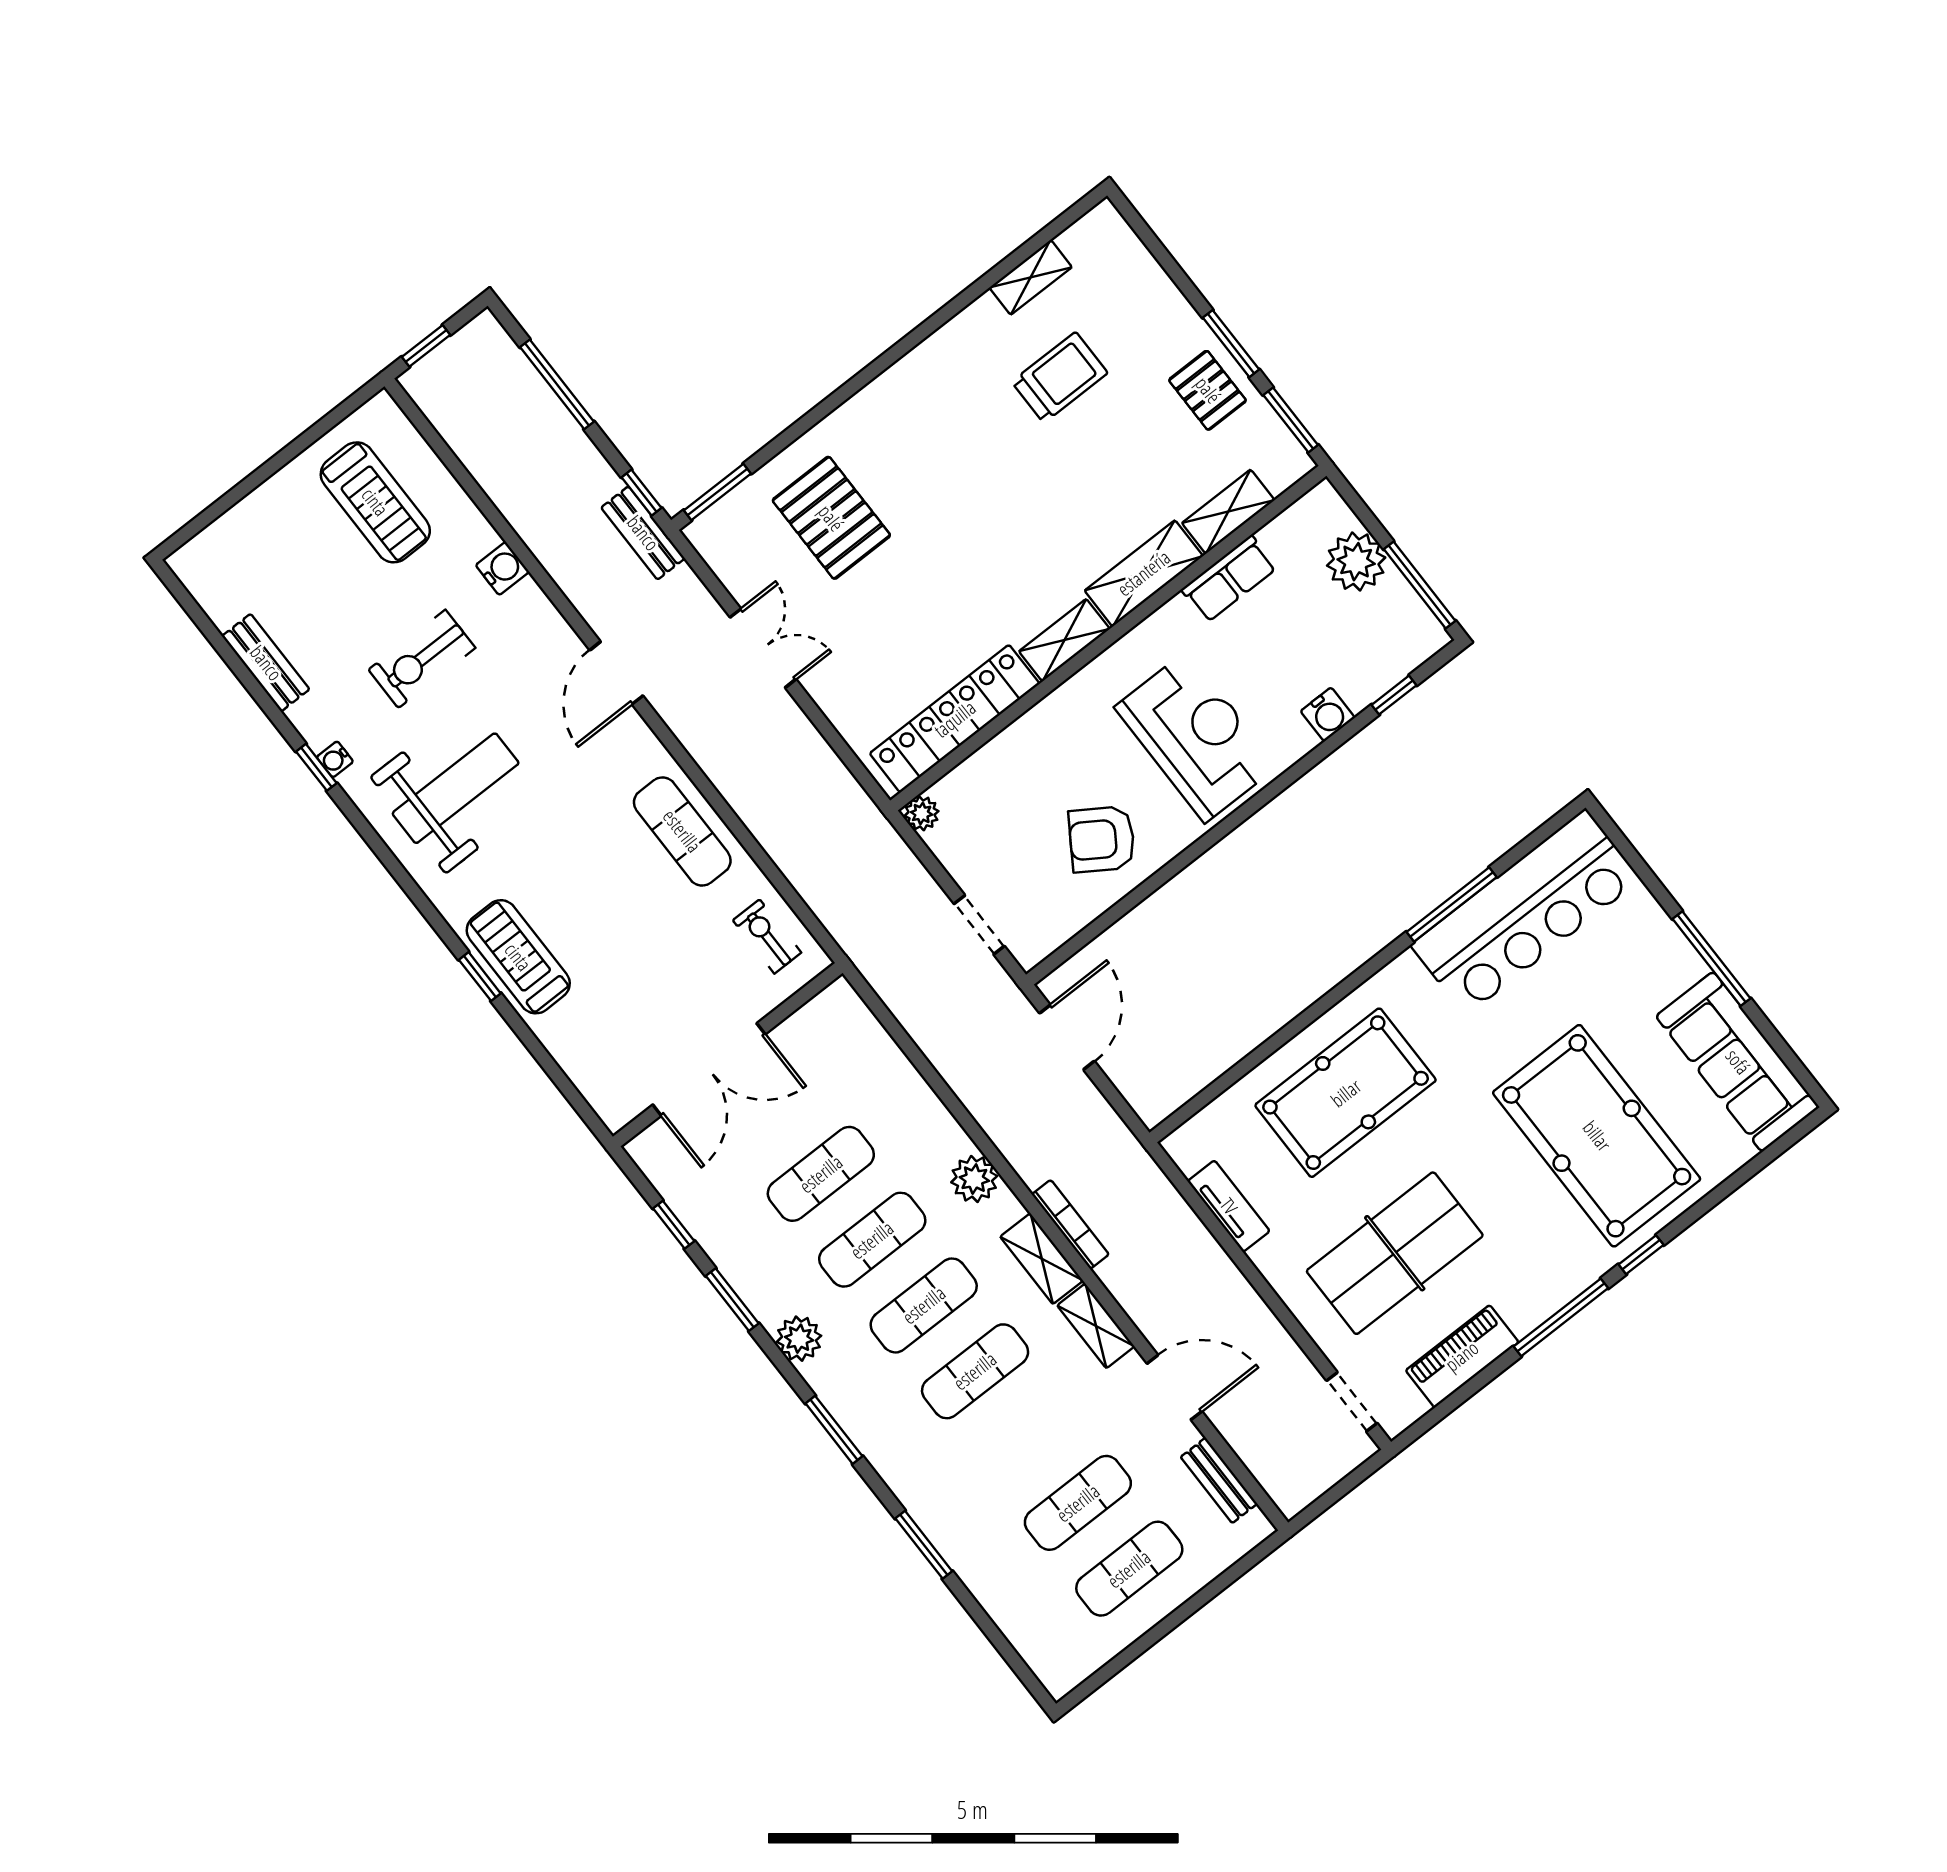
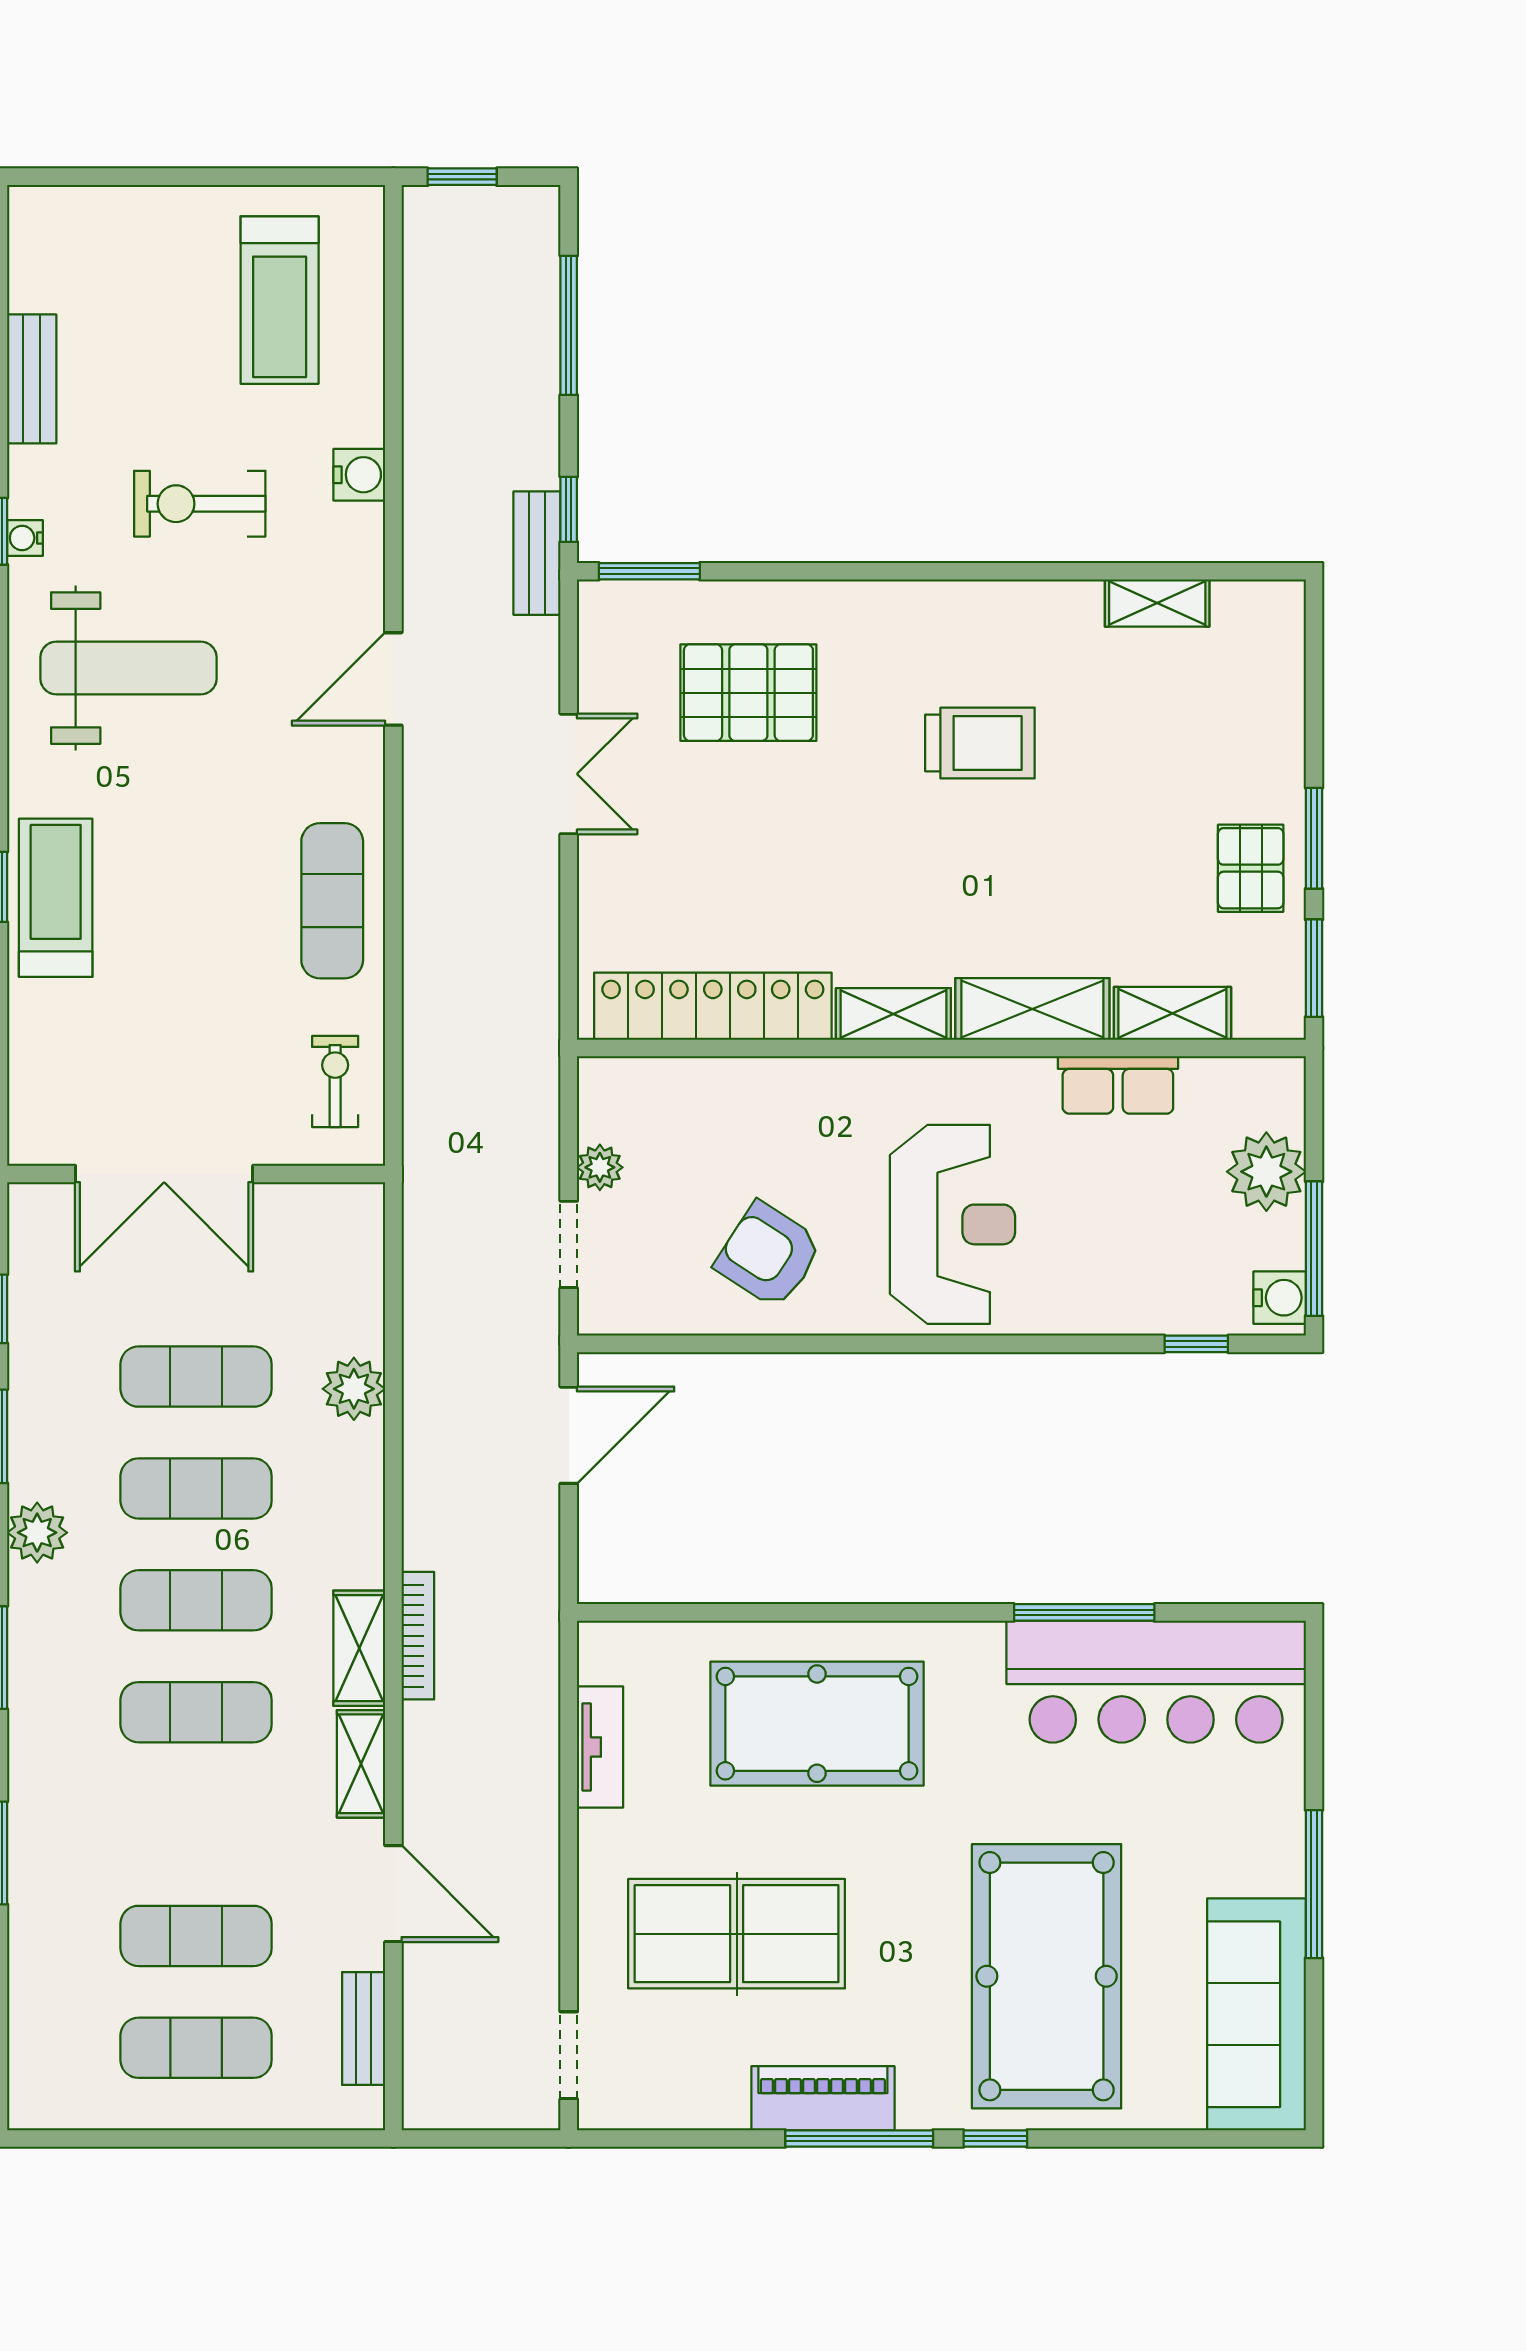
trolley: (1060, 377) -> (980, 743), moved
pallet: (831, 518) -> (748, 693), turned 90
water cooler: (1328, 714) -> (1280, 1298), moved, turned -90
plant: (922, 813) -> (600, 1167), moved
plant: (974, 1179) -> (354, 1389), moved
piano: (1462, 1356) -> (823, 2098), moved

